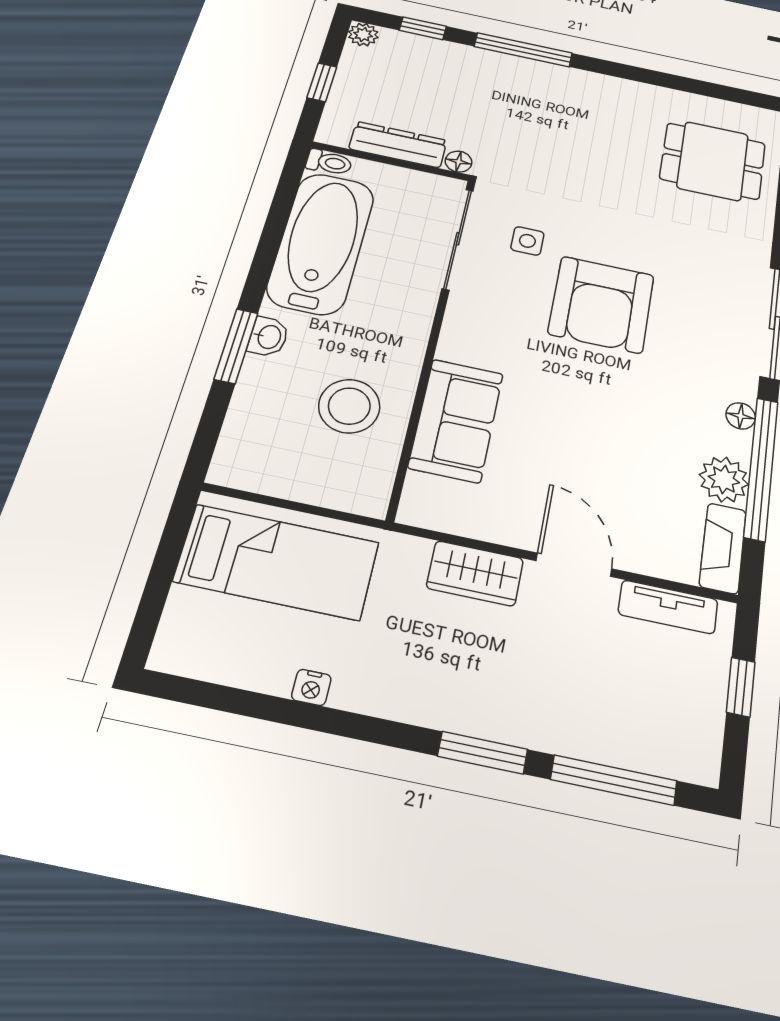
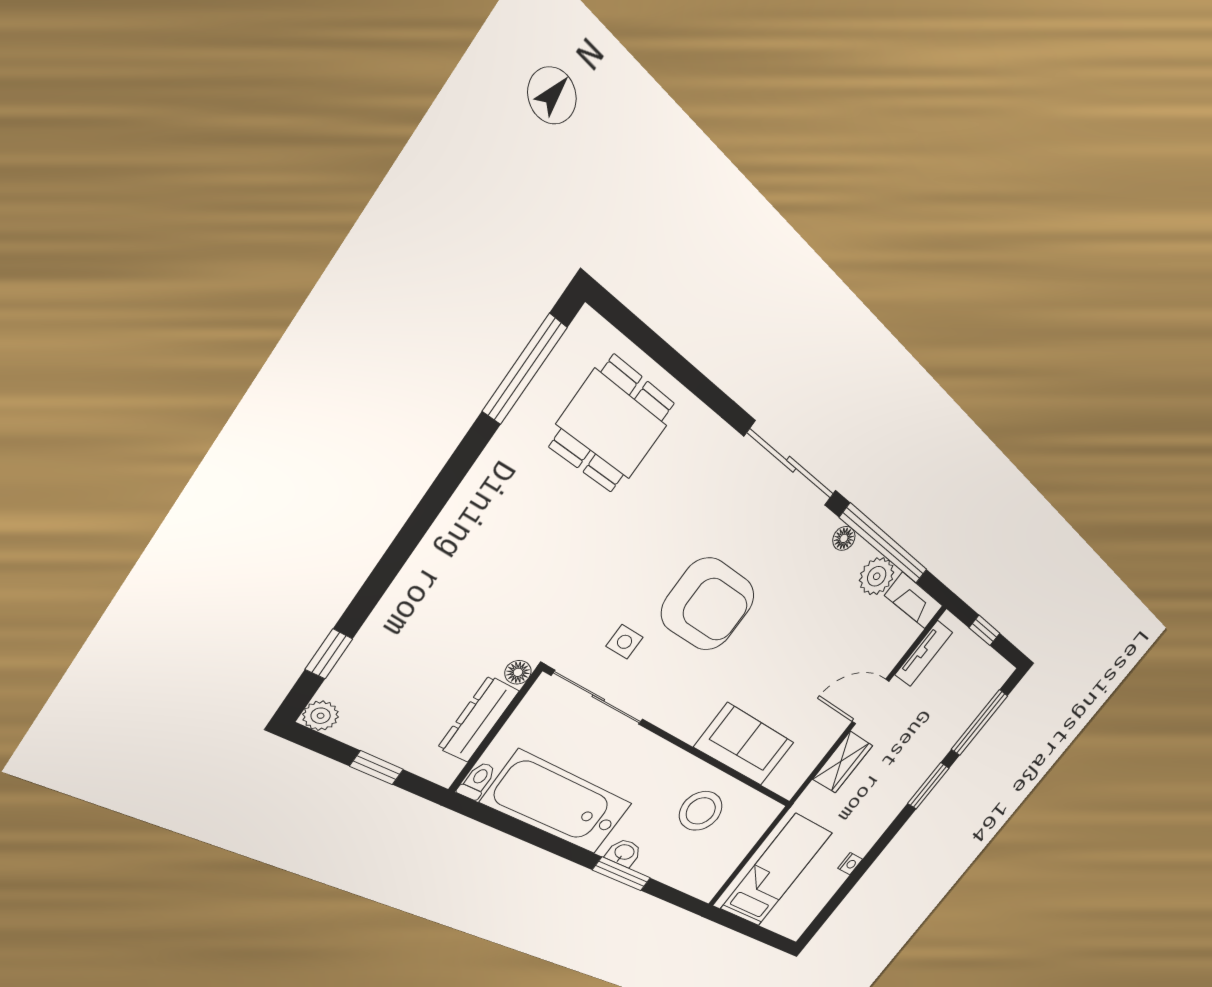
window: (523, 50) -> (525, 369), moved

